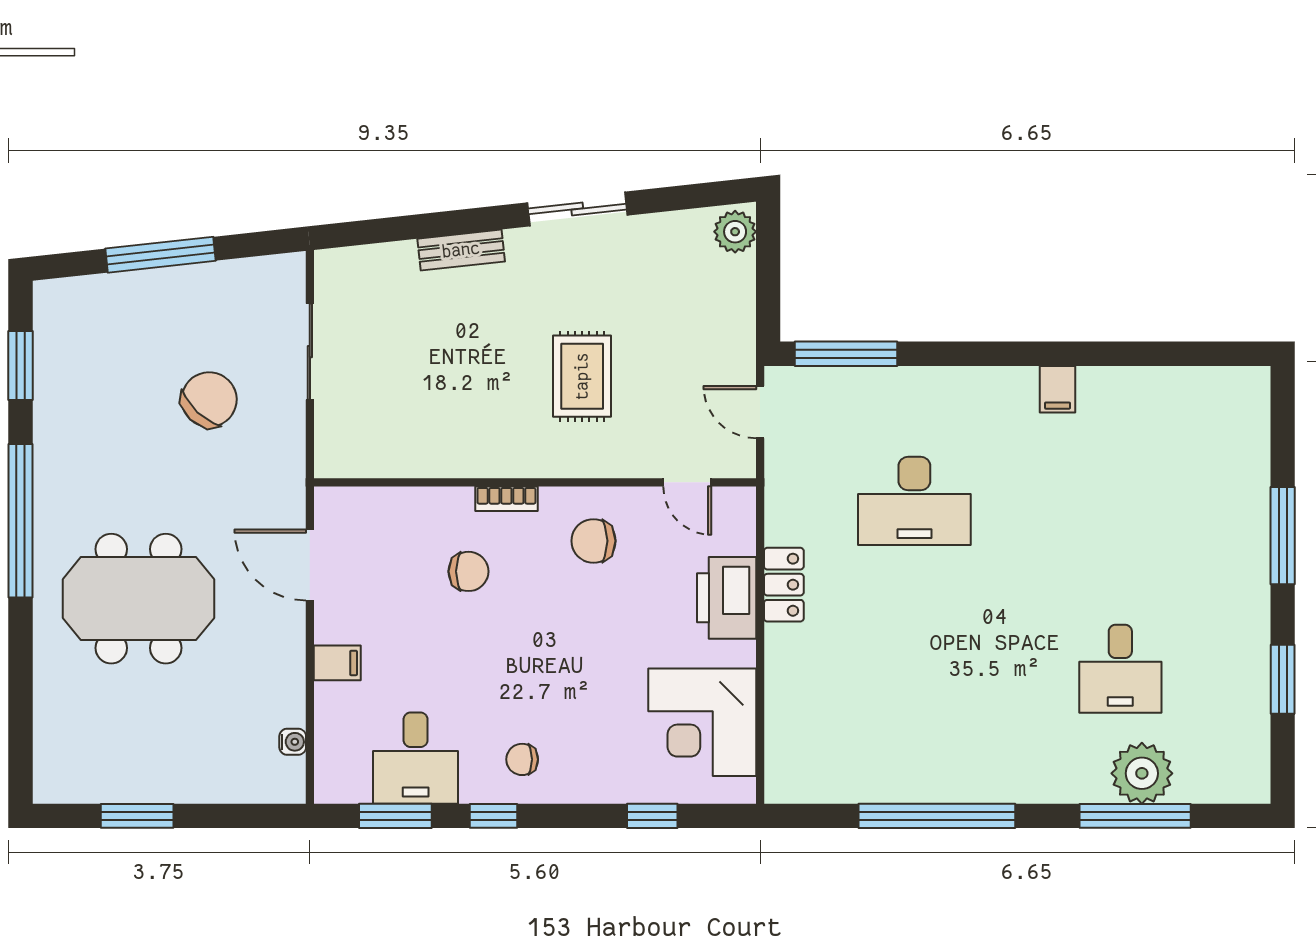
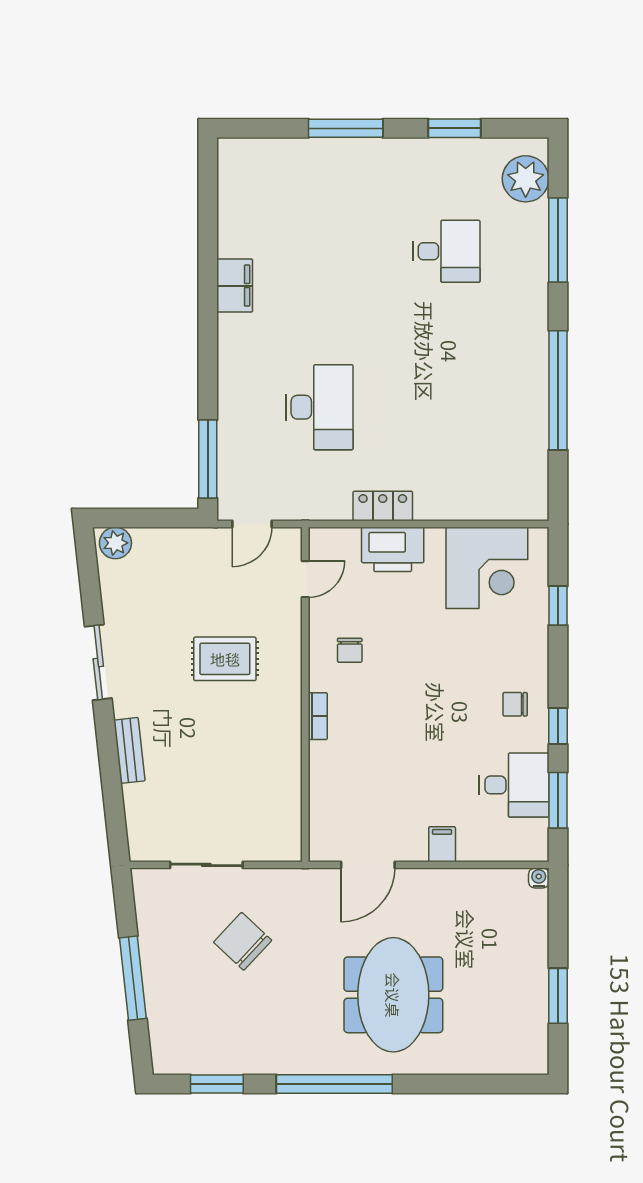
filing cabinet: (1057, 389) -> (235, 286), width x2.00
chair: (594, 541) -> (350, 650), width x0.73, depth x0.73
chair: (468, 571) -> (373, 745), removed
water cooler: (293, 742) -> (539, 878), moved
chair: (522, 759) -> (515, 704), turned 90
plant: (1142, 773) -> (526, 179), moved

